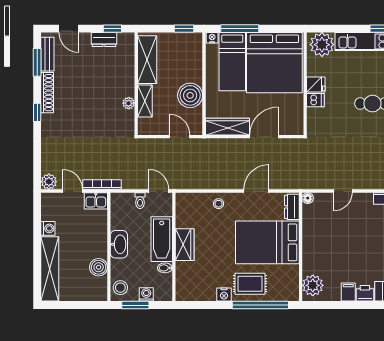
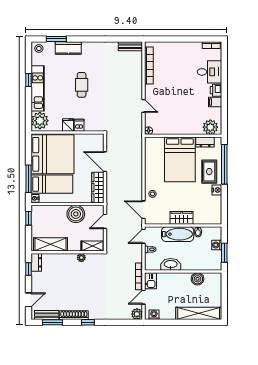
dresser: (104, 40) -> (36, 262), moved
shelving: (145, 101) -> (93, 246), moved
door: (256, 191) -> (144, 210), moved
dresser: (292, 207) -> (205, 142), moved
washing machine: (48, 228) -> (154, 315), moved
washbasin: (119, 244) -> (171, 264), moved
stool: (120, 288) -> (212, 263), removed

